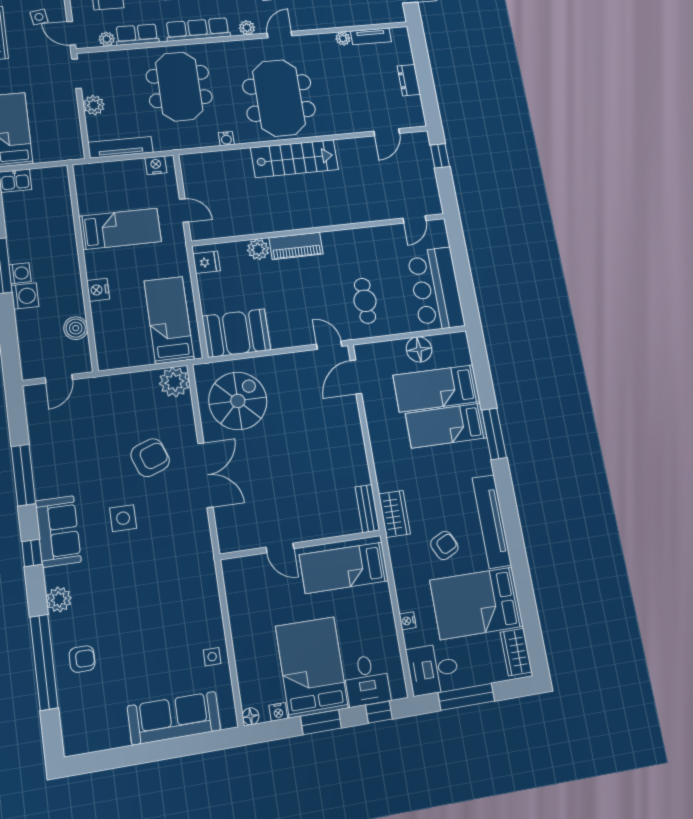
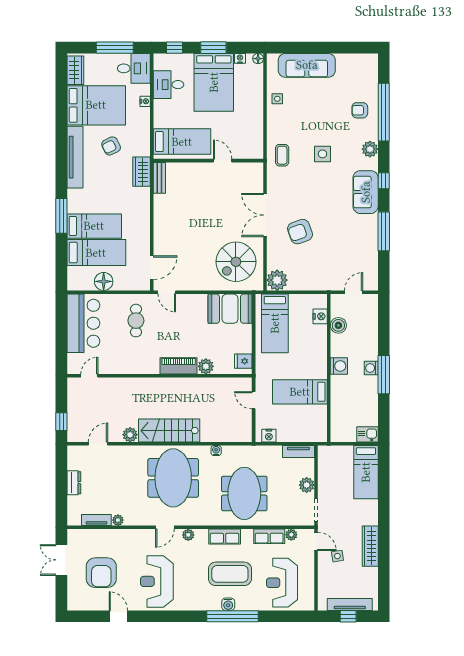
row of seats: (198, 30) -> (225, 537), width x0.68
tv unit: (120, 147) -> (298, 452), width x0.71
plant: (346, 148) -> (130, 435), added
nightstand: (98, 290) -> (320, 316), moved
washing machine: (25, 296) -> (339, 366), moved, turned 180
side table: (123, 518) -> (322, 154), moved
coffee table: (193, 570) -> (282, 155), added
desk: (367, 680) -> (169, 85), moved, turned -90

